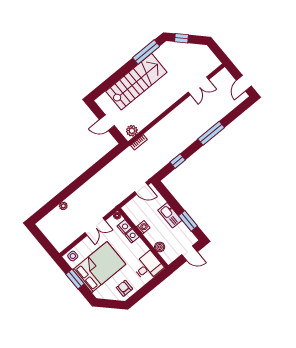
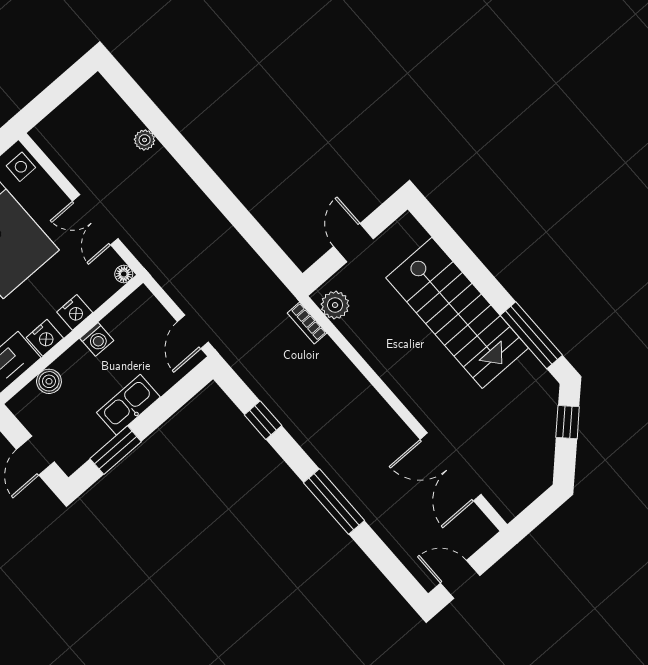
double door: (198, 86) -> (451, 467), width x1.37
nightstand: (124, 227) -> (45, 338), moved

